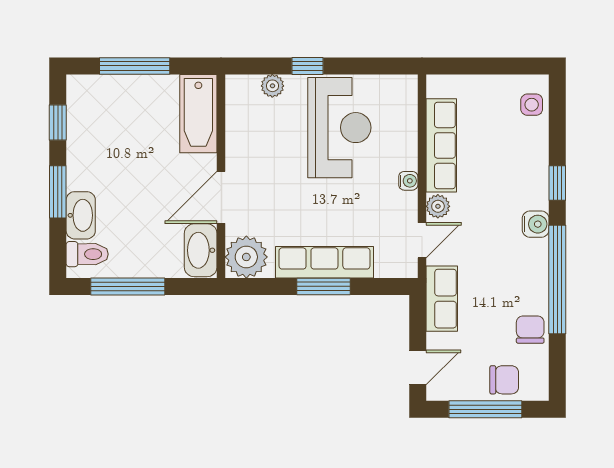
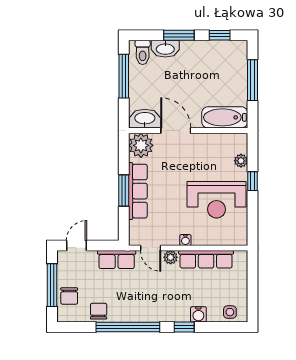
water cooler: (536, 224) -> (198, 314), moved
chair: (530, 330) -> (99, 311), turned -90
door: (418, 367) -> (77, 246), swing flipped

